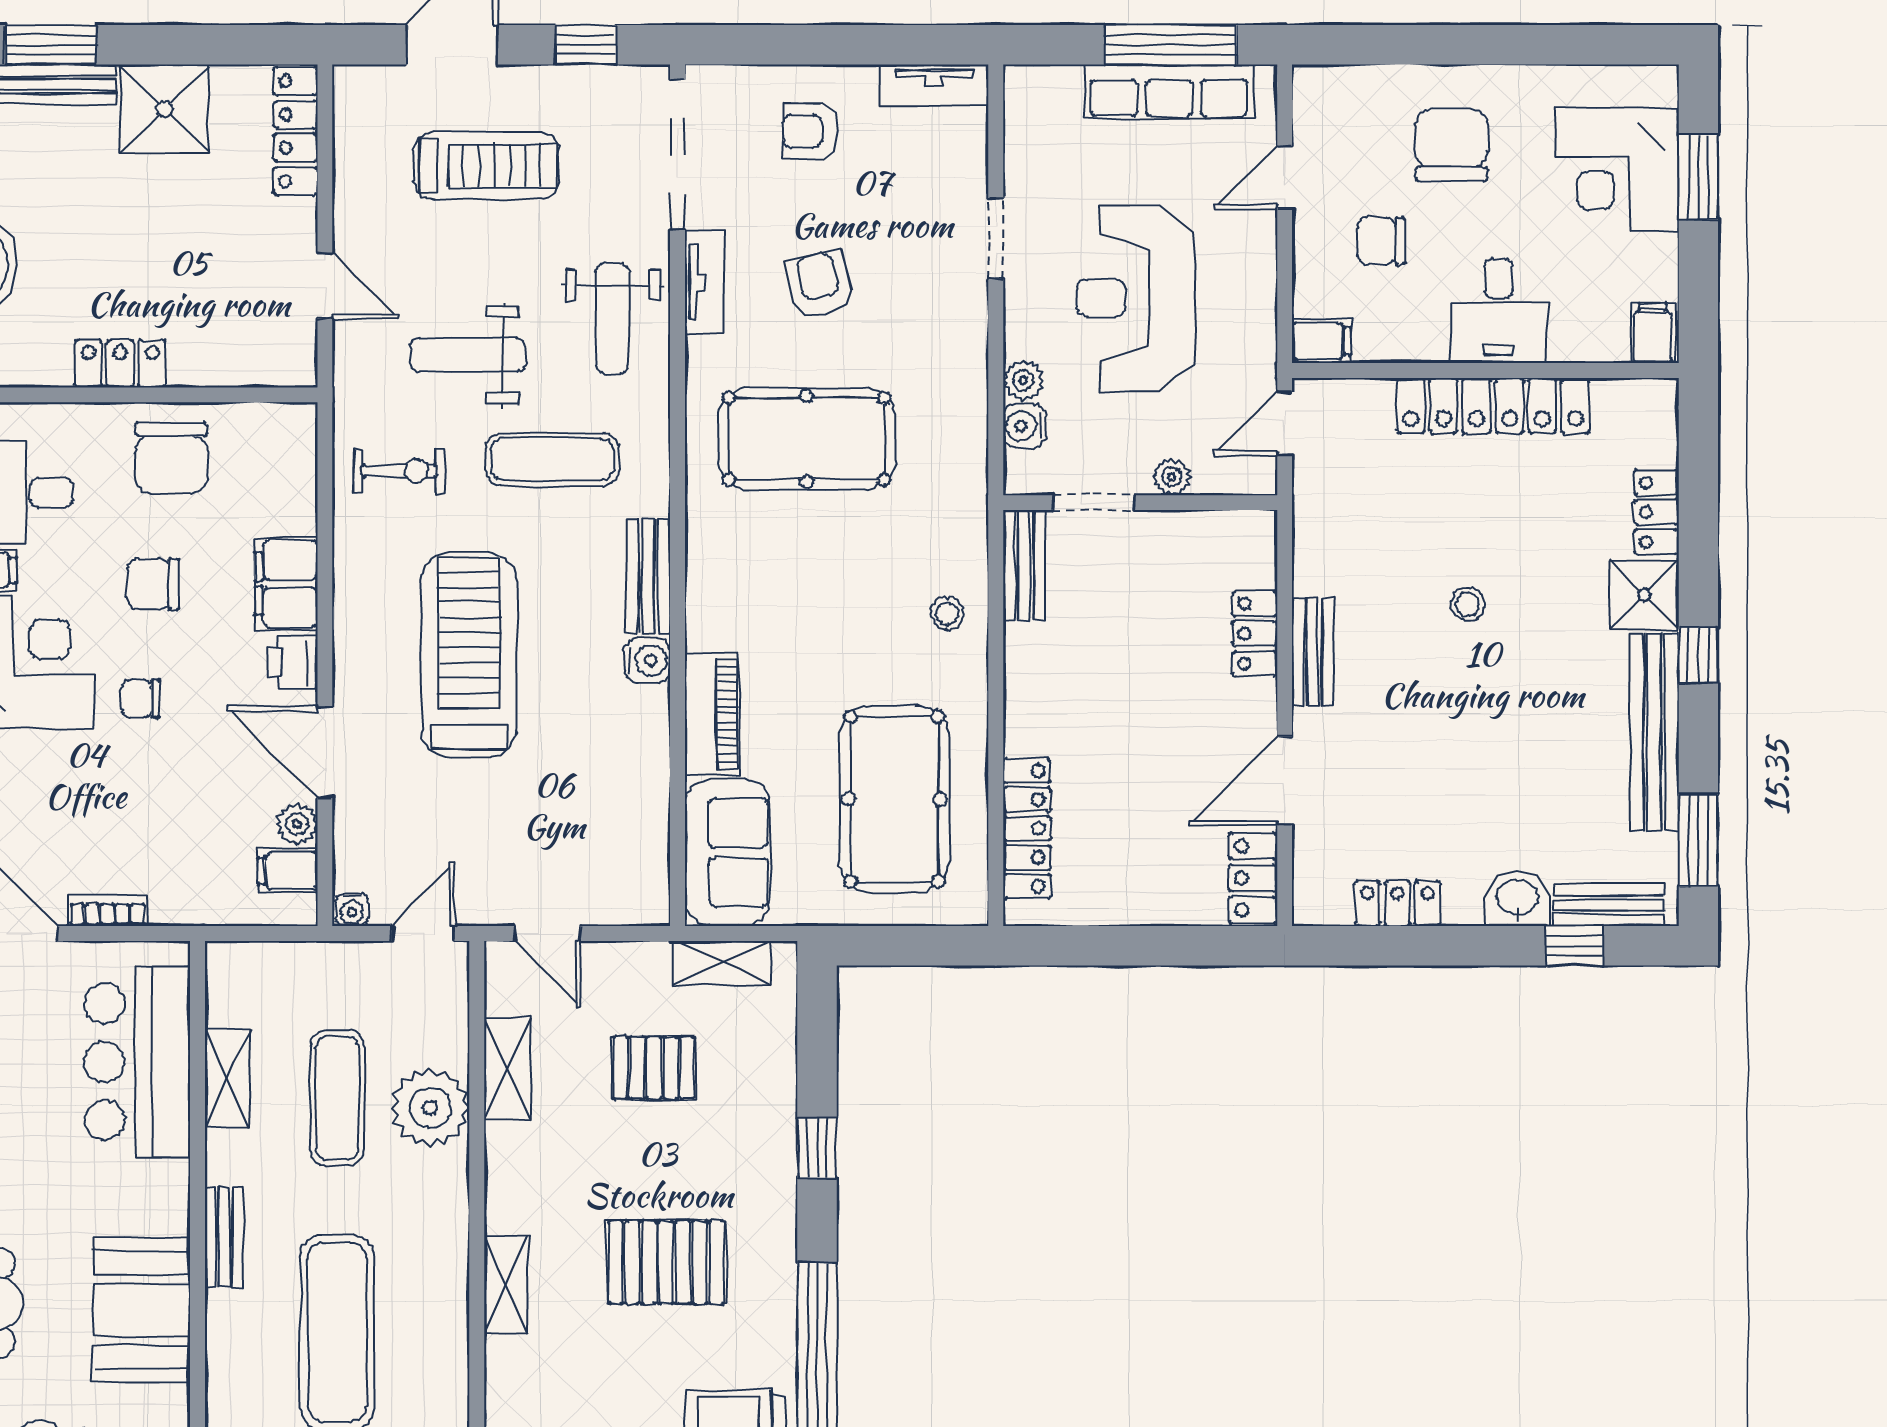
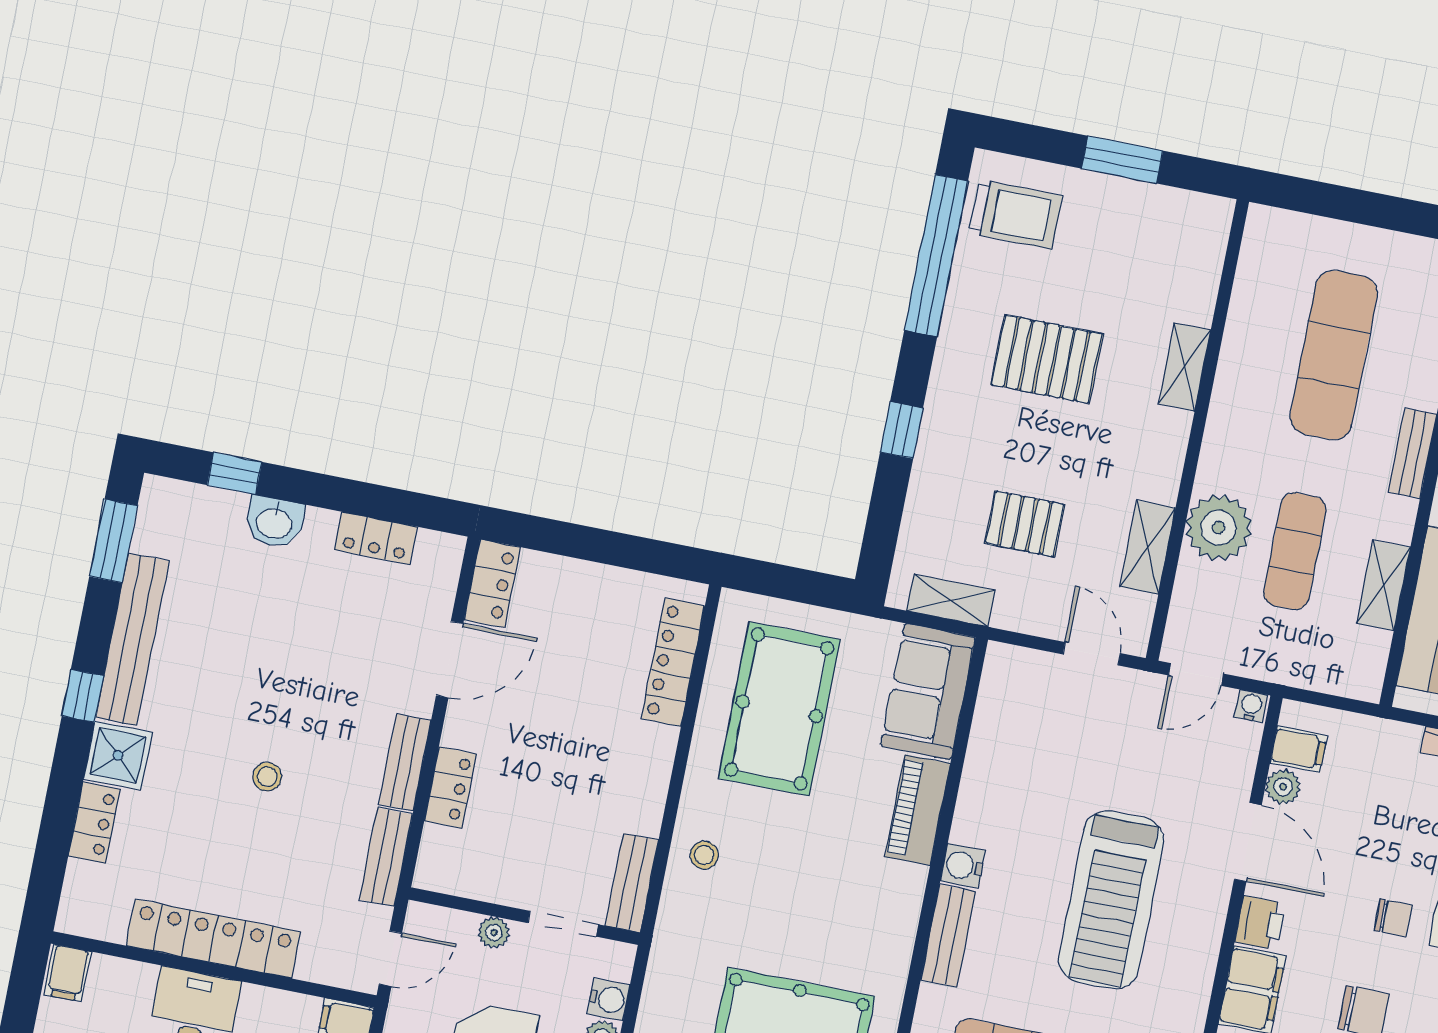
bench: (1609, 905) -> (386, 857), moved, turned 90

